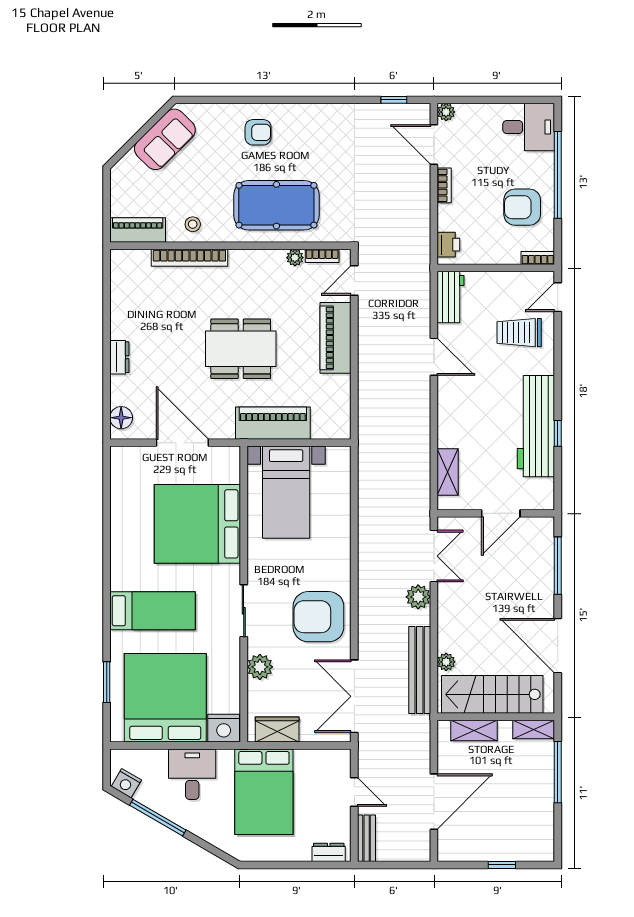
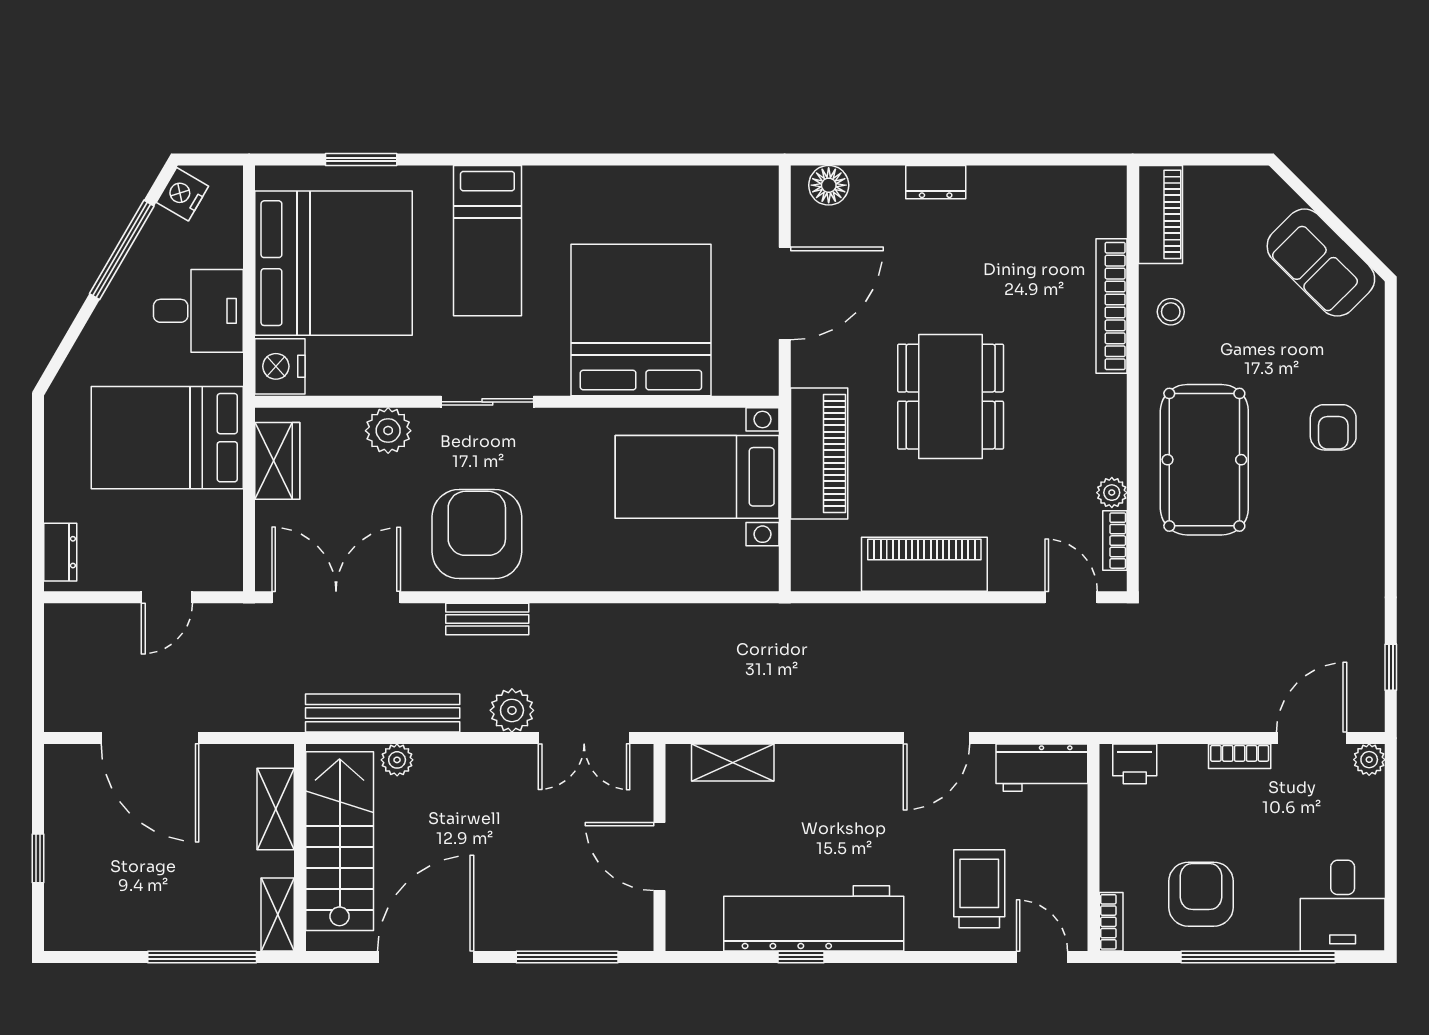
piano: (336, 338) -> (924, 564), moved
bench: (367, 838) -> (487, 619), moved

